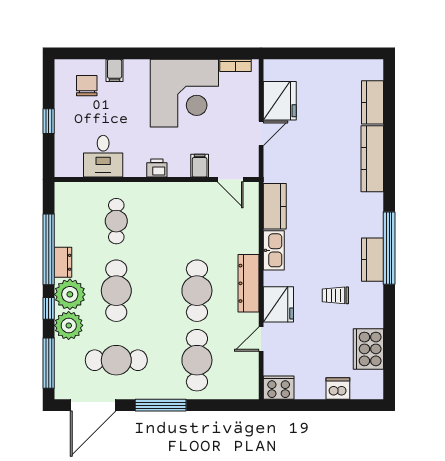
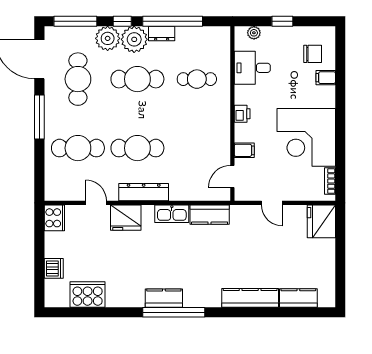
fridge: (280, 101) -> (321, 221), moved, turned 90
plant: (62, 154) -> (254, 33), added
trolley: (335, 295) -> (133, 266), removed

